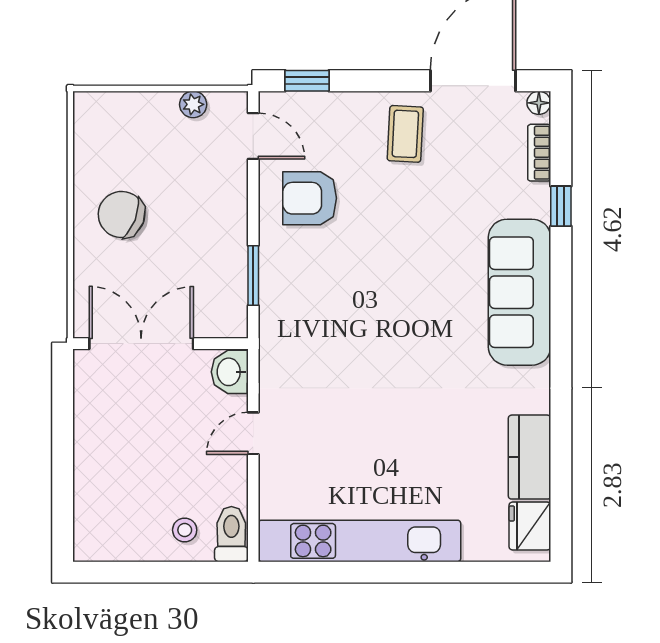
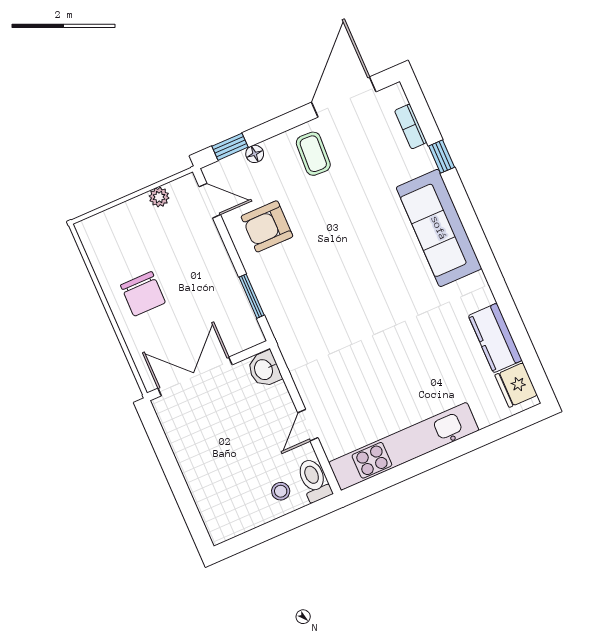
floor lamp: (539, 103) -> (255, 154), moved
chair: (122, 214) -> (143, 294), turned -111
door: (253, 433) -> (308, 425), moved

